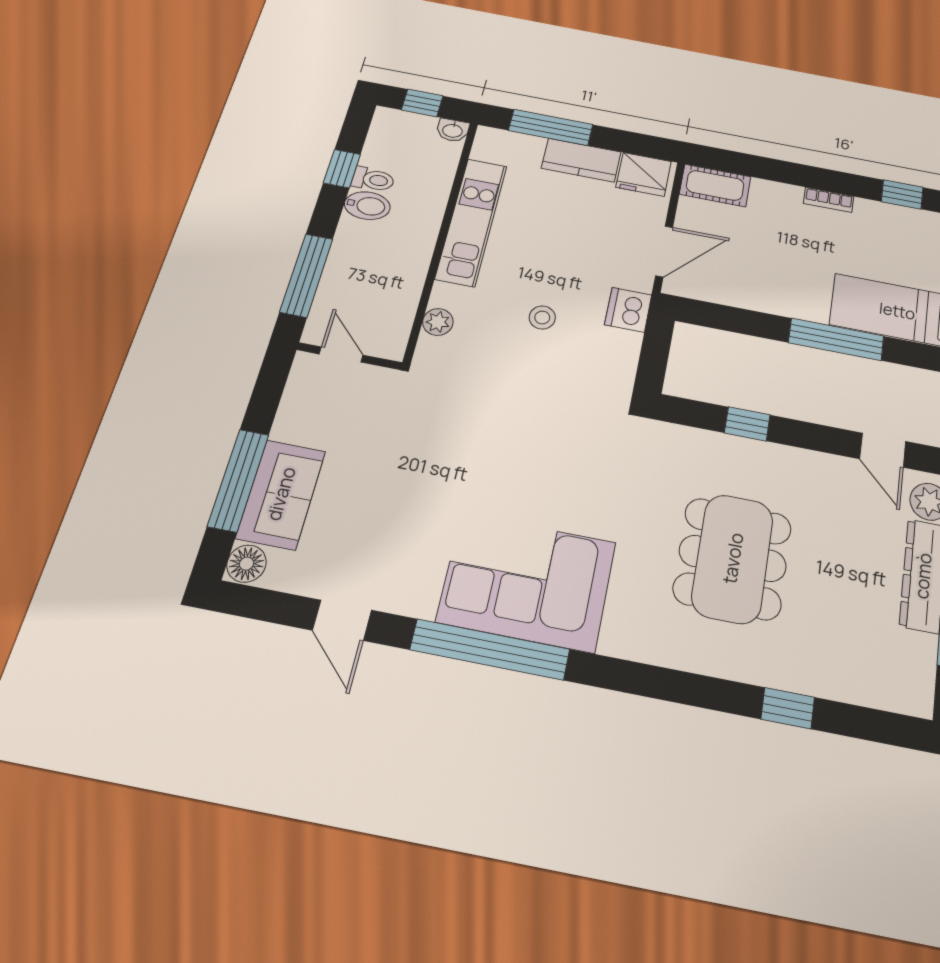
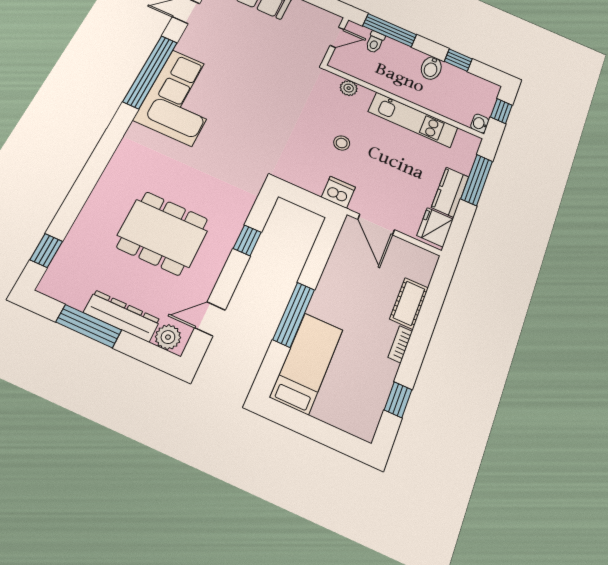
toilet: (373, 179) -> (375, 42), moved
cot: (715, 185) -> (409, 303), moved
dining table: (733, 558) -> (162, 233), moved
window: (788, 708) -> (46, 251), moved

